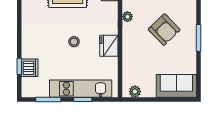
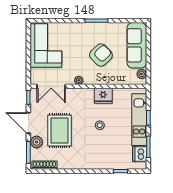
armchair: (164, 30) -> (101, 55), moved
dishwasher: (30, 68) -> (140, 154), moved, turned -90
sofa: (176, 86) -> (137, 45), width x1.36

